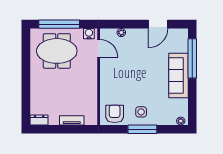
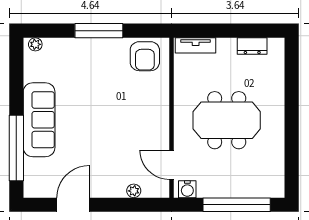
meeting table: (57, 51) -> (227, 120), moved
side table: (141, 112) -> (101, 59), removed
dresser: (39, 120) -> (252, 46), moved
tv unit: (72, 120) -> (196, 45), moved

